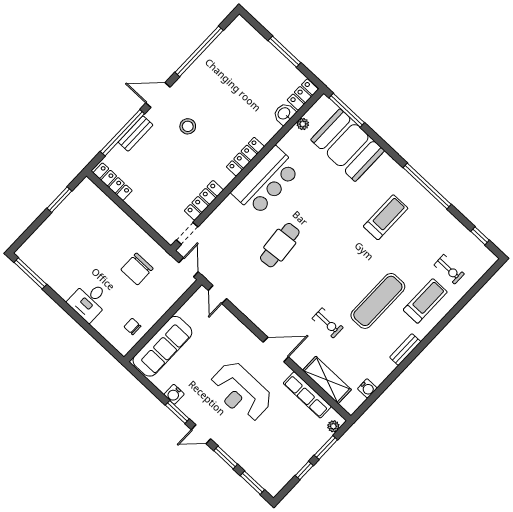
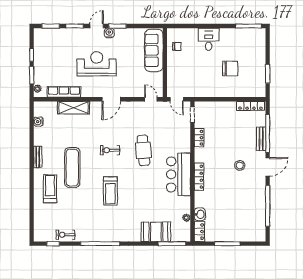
booth: (348, 145) -> (156, 232), width x0.73, depth x0.70
locker: (204, 200) -> (199, 138), width x0.66
treadmill: (386, 217) -> (110, 191), moved
chair: (137, 269) -> (230, 68), moved, turned 90
exercise bike: (449, 269) -> (66, 235), moved
treadmill: (425, 301) -> (50, 189), turned 180
exercise bike: (328, 323) -> (110, 150), moved
door: (276, 350) -> (111, 99), moved
shelving: (327, 380) -> (73, 108), moved
water cooler: (174, 394) -> (109, 33), moved

